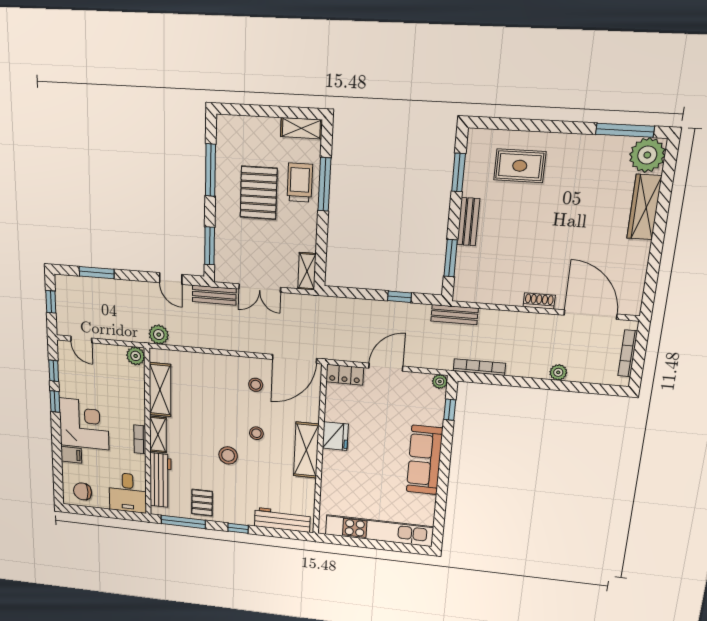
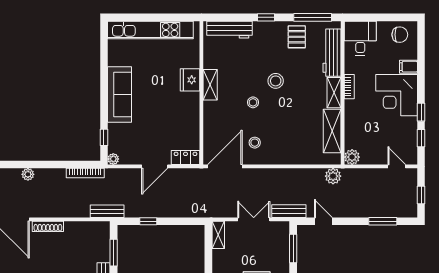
shoe rack: (539, 301) -> (48, 226), width x1.43
fridge: (335, 436) -> (190, 80), moved
shelving: (306, 450) -> (210, 85), width x0.67, depth x0.75

